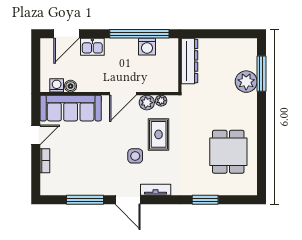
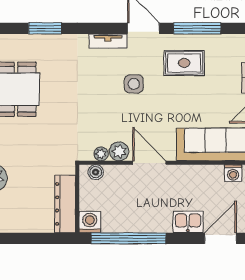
washing machine: (147, 47) -> (90, 222), moved
boiler: (70, 86) -> (96, 172), moved
door: (123, 94) -> (149, 163), hinge flipped
rug: (159, 134) -> (184, 63), moved, turned 90

